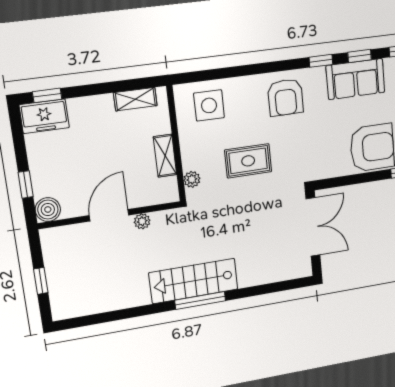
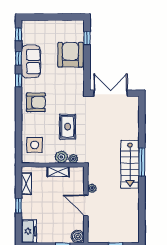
window: (47, 95) -> (19, 206), moved
plant: (193, 157) -> (61, 157), added

